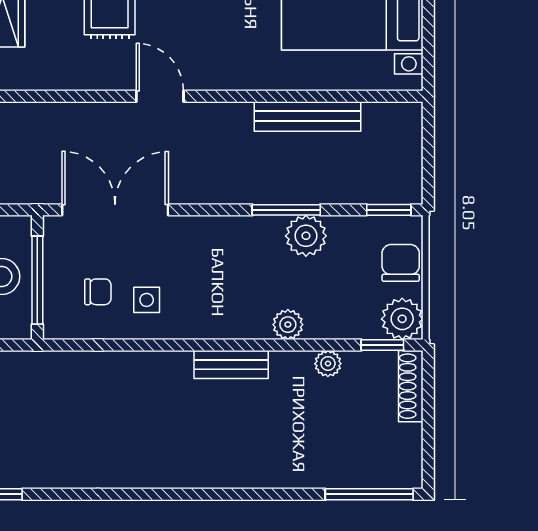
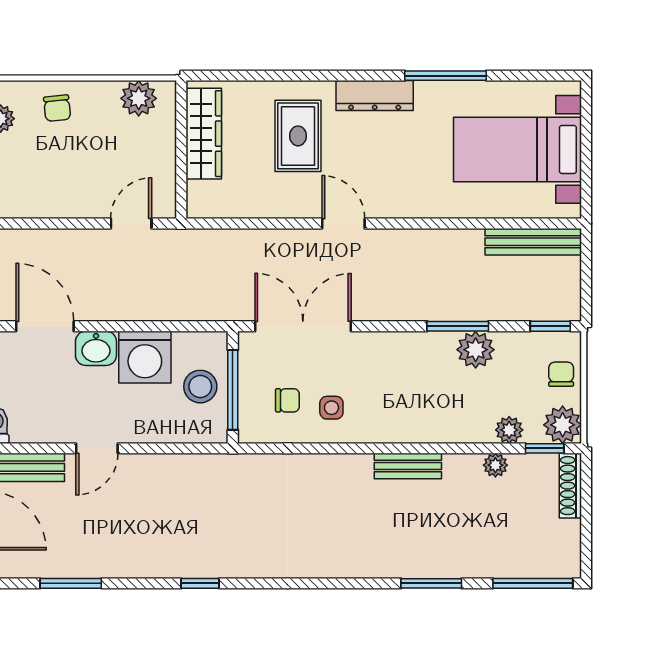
bench: (308, 116) -> (533, 242), moved
chair: (401, 263) -> (561, 374), width x0.73, depth x0.73
plant: (288, 325) -> (509, 430), moved
window: (257, 494) -> (431, 583), added

